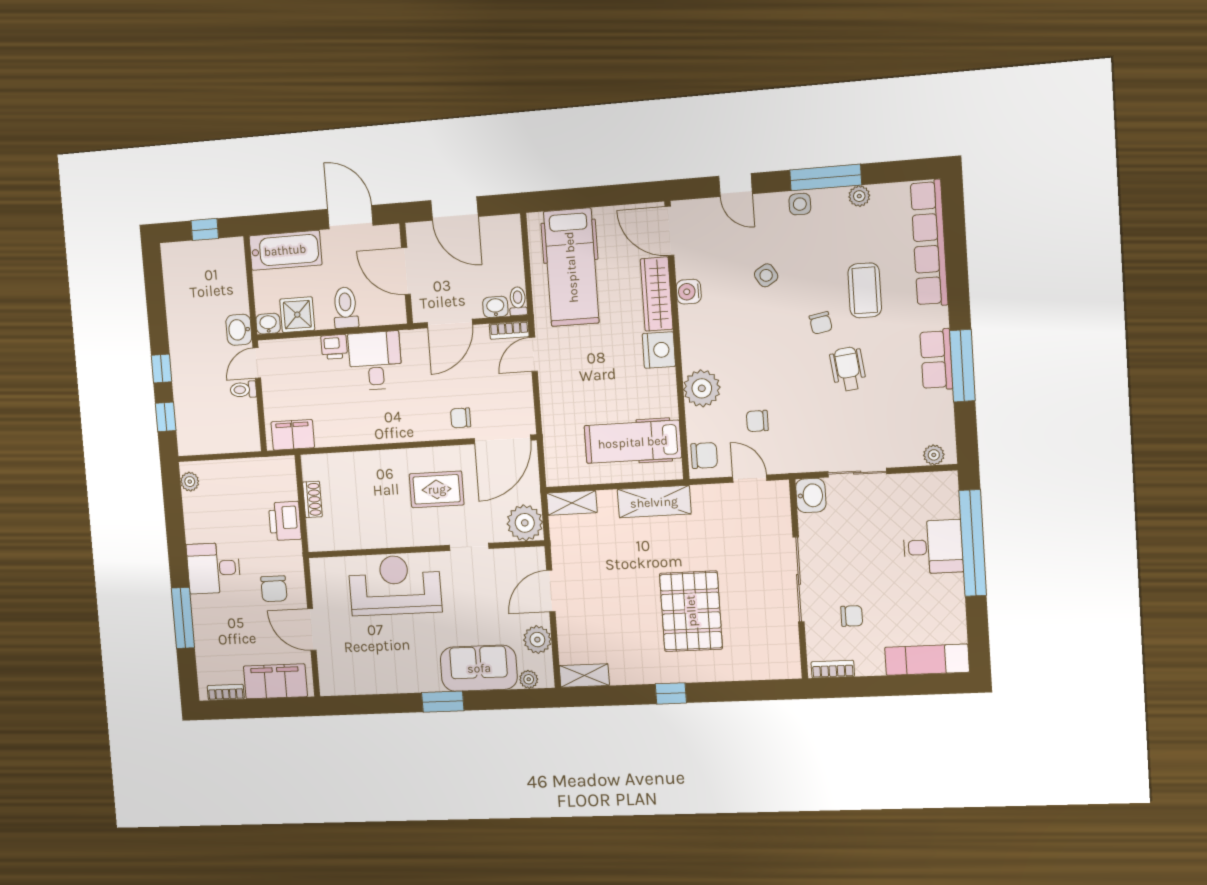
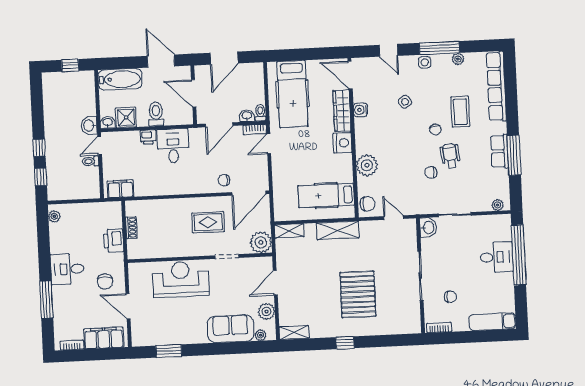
door: (454, 209) -> (224, 58), hinge flipped
chair: (757, 421) -> (431, 172), moved
window: (443, 702) -> (169, 351), moved

